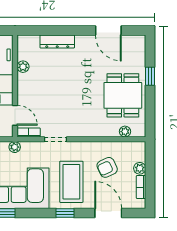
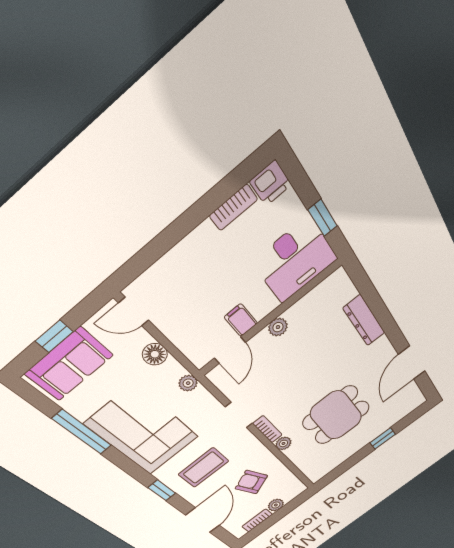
plant: (23, 67) -> (278, 327), moved
dining table: (123, 95) -> (336, 415), moved
bookcase: (29, 132) -> (267, 429), moved
plant: (125, 132) -> (283, 443), moved
coffee table: (71, 182) -> (204, 468), width x0.73, depth x0.76

